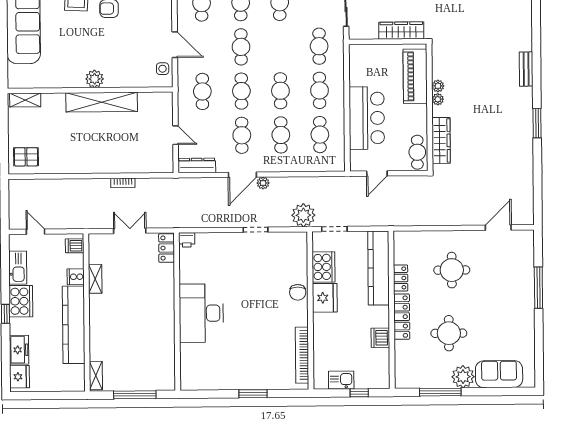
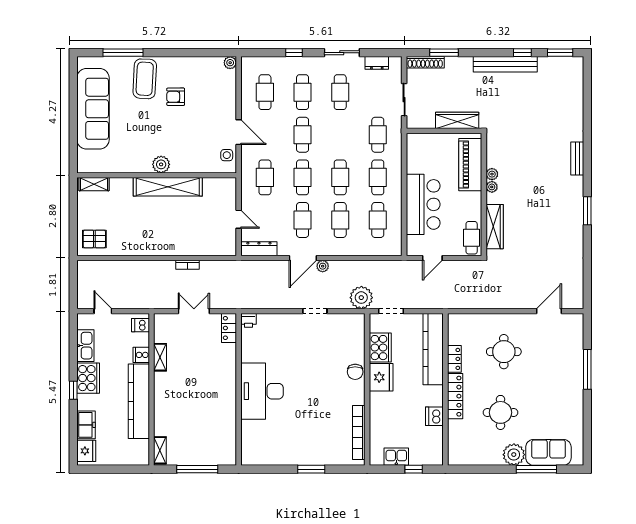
window: (440, 392) -> (536, 469), moved

